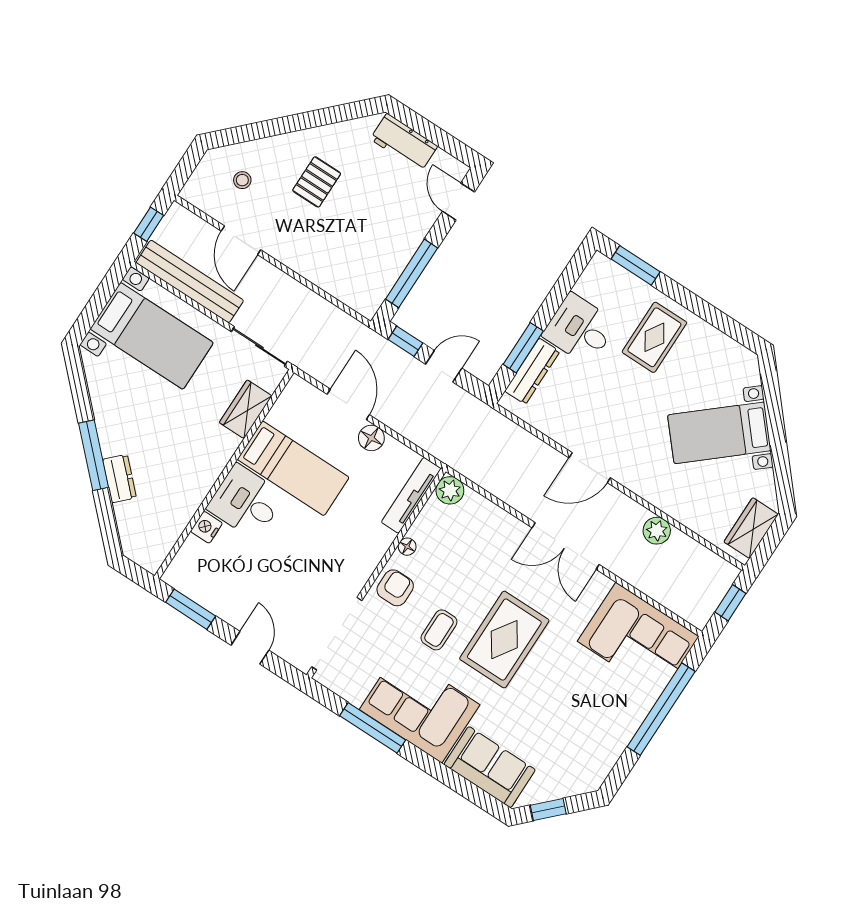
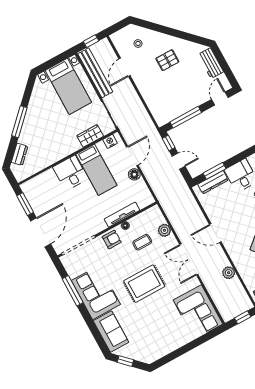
dresser: (119, 479) -> (20, 154), moved
plant: (450, 490) -> (164, 230), moved
tv unit: (411, 495) -> (122, 215), moved
nightstand: (206, 527) -> (110, 141), moved
coffee table: (439, 630) -> (142, 242), moved
door: (250, 648) -> (41, 232), width x1.87
window: (661, 709) -> (192, 345), removed

